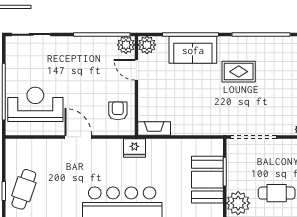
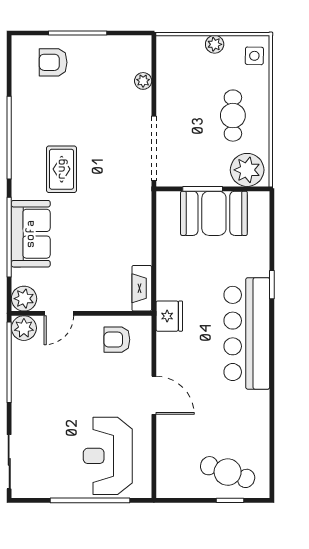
door: (78, 137) -> (154, 395), swing flipped

